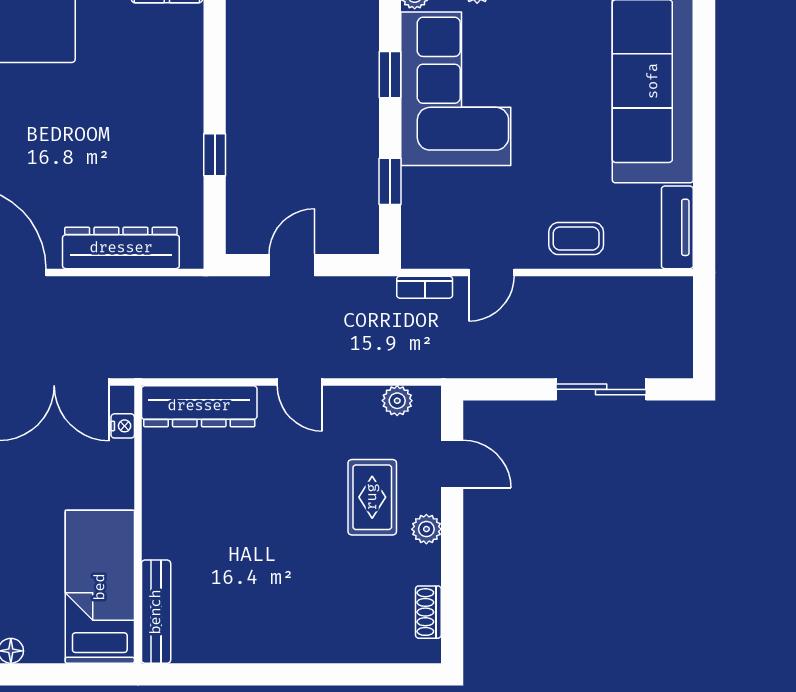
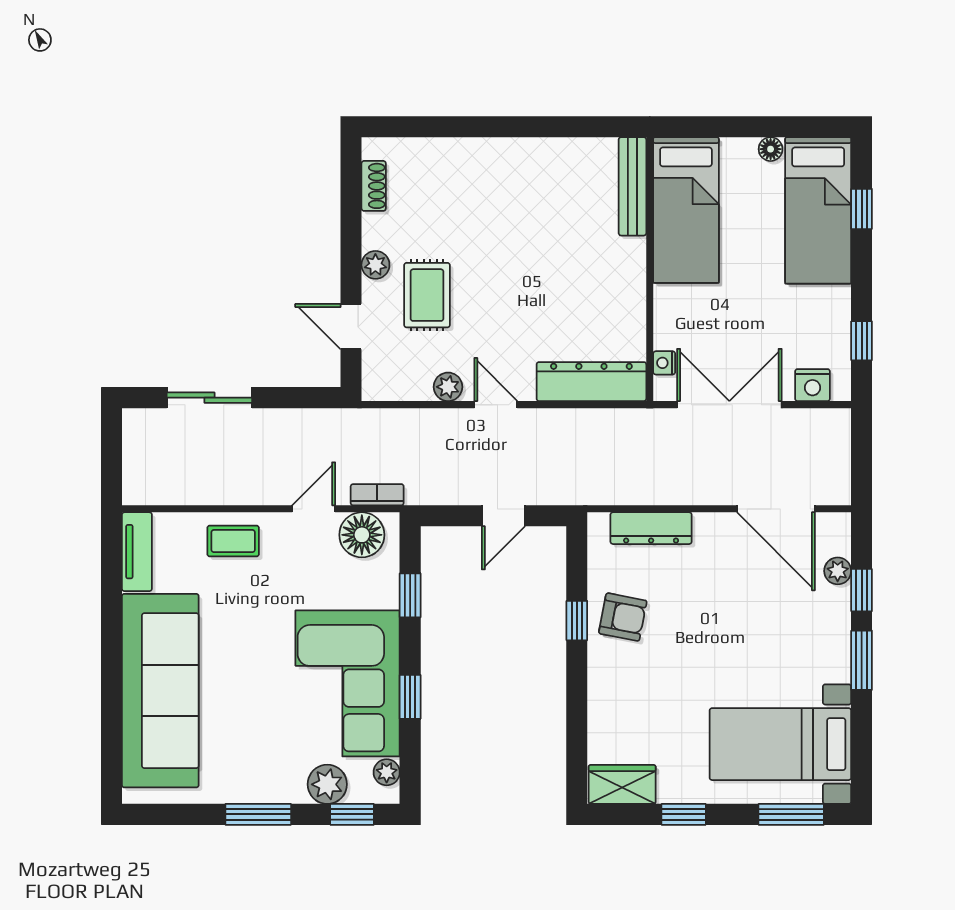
armchair: (166, 159) -> (623, 617), added
floor lamp: (441, 245) -> (362, 535), added
dresser: (121, 248) -> (651, 528), width x0.73, depth x0.80
plant: (397, 401) -> (448, 387), moved

